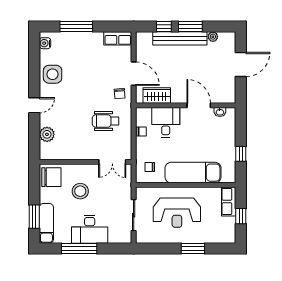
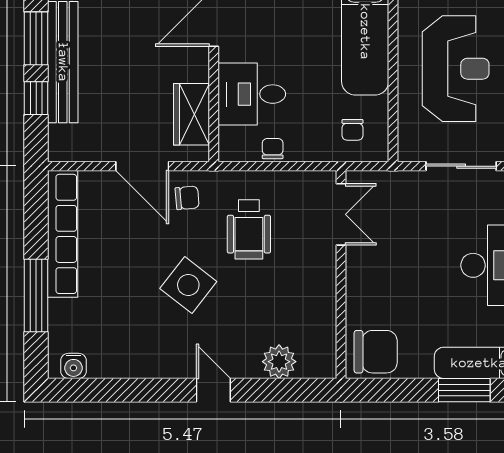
row of seats: (118, 38) -> (63, 234), width x2.02
side table: (53, 74) -> (188, 285), moved, turned 38
door: (134, 74) -> (142, 166), swing flipped
chair: (51, 177) -> (376, 352), turned 90
stool: (80, 191) -> (407, 287), removed

